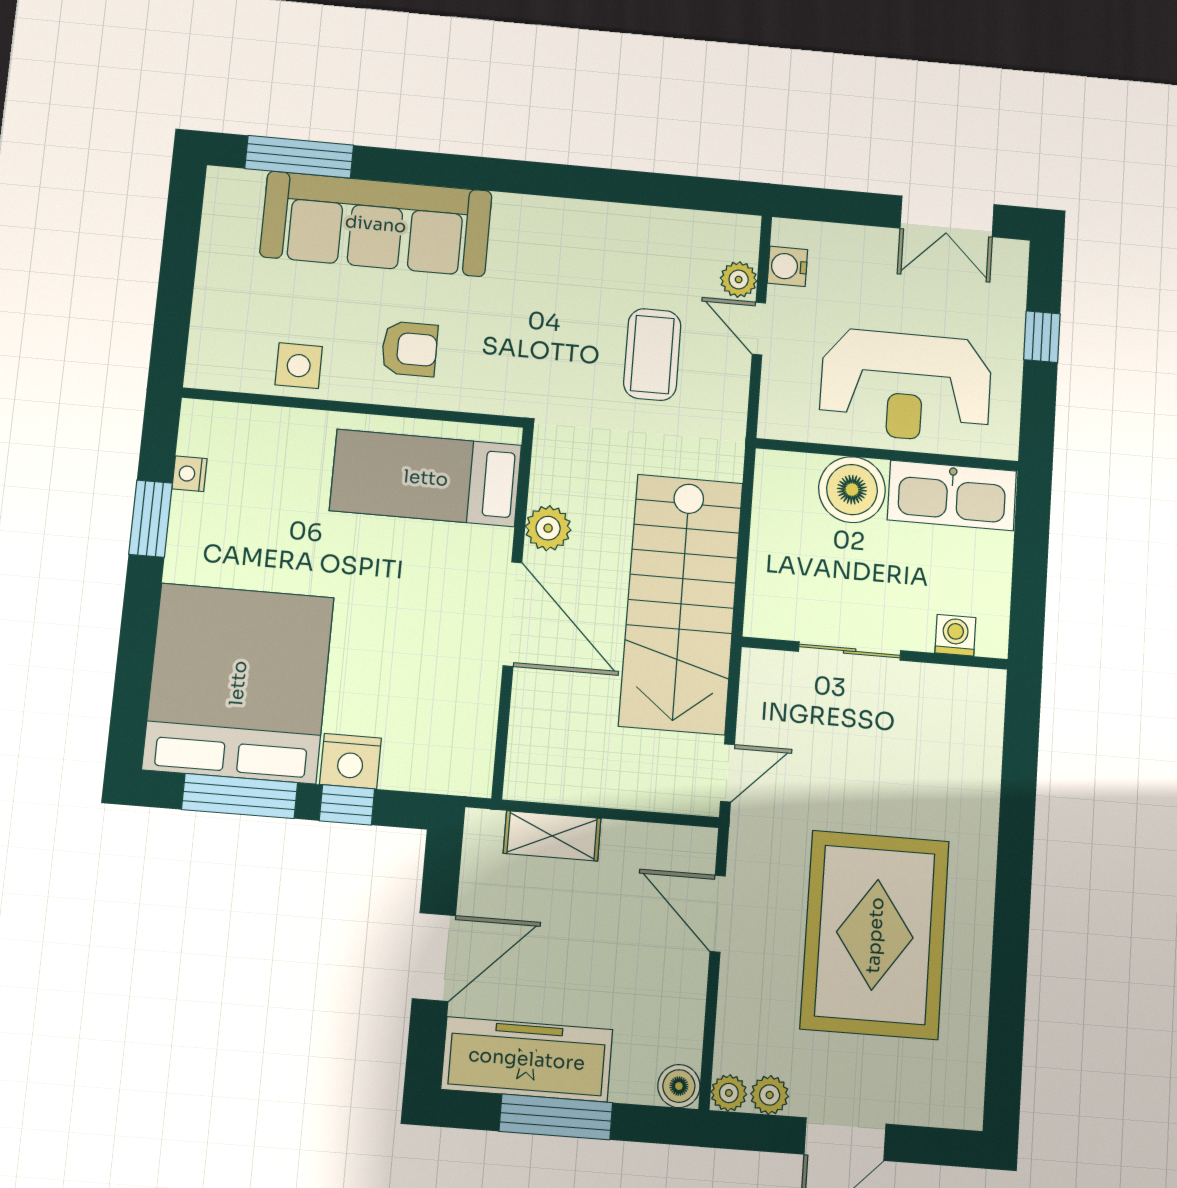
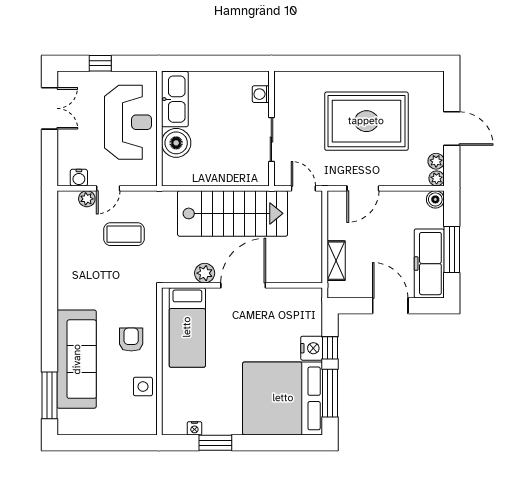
washing machine: (955, 635) -> (261, 94), moved
sliding door: (850, 651) -> (271, 139), moved
wall: (875, 653) -> (271, 128), moved

